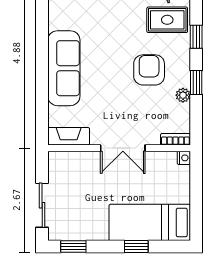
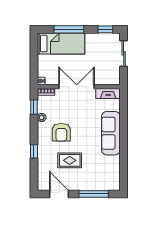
rug: (167, 20) -> (70, 160), moved
window: (196, 83) -> (34, 107), moved
double door: (123, 148) -> (77, 87), width x1.37
window: (136, 247) -> (69, 29), width x2.17

